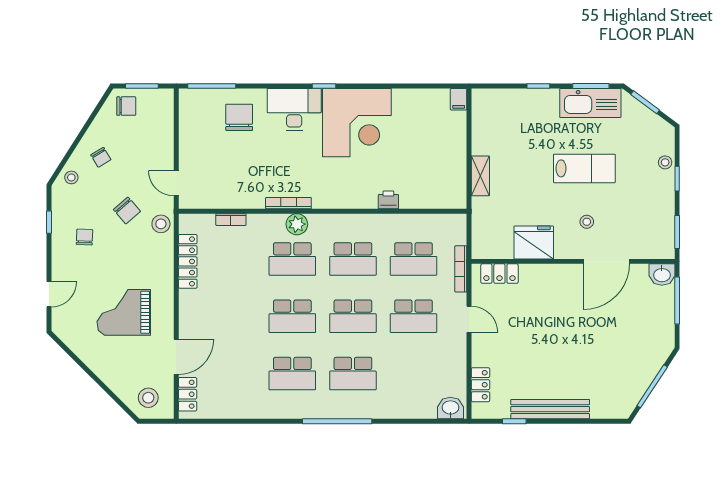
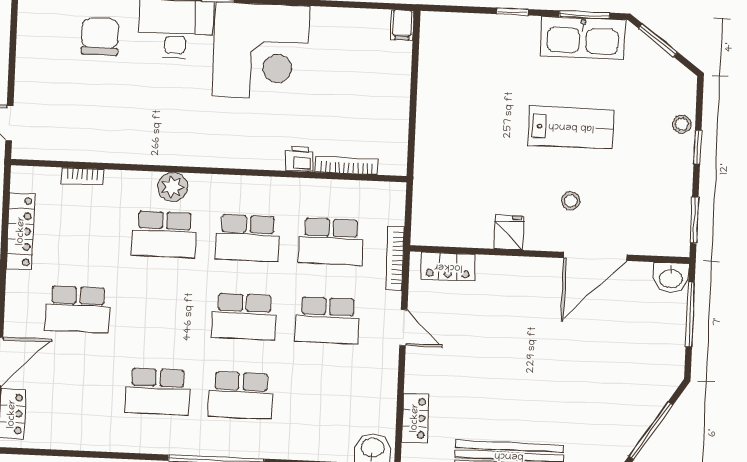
shelving: (480, 176) -> (427, 131), removed
bookcase: (288, 203) -> (347, 165), moved
fridge: (534, 242) -> (509, 232), width x0.53, depth x0.75
school desk: (292, 316) -> (78, 309), moved

